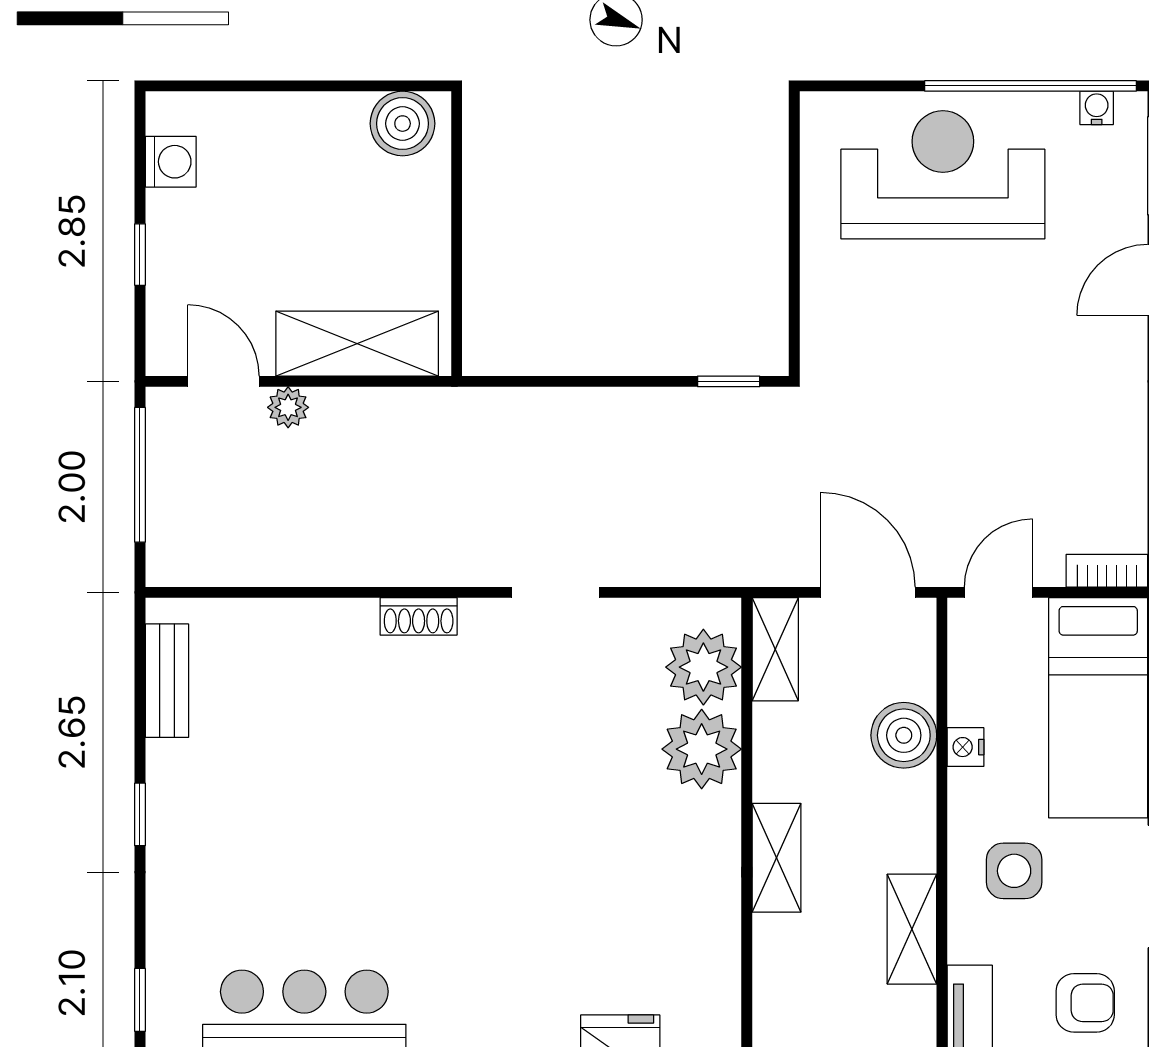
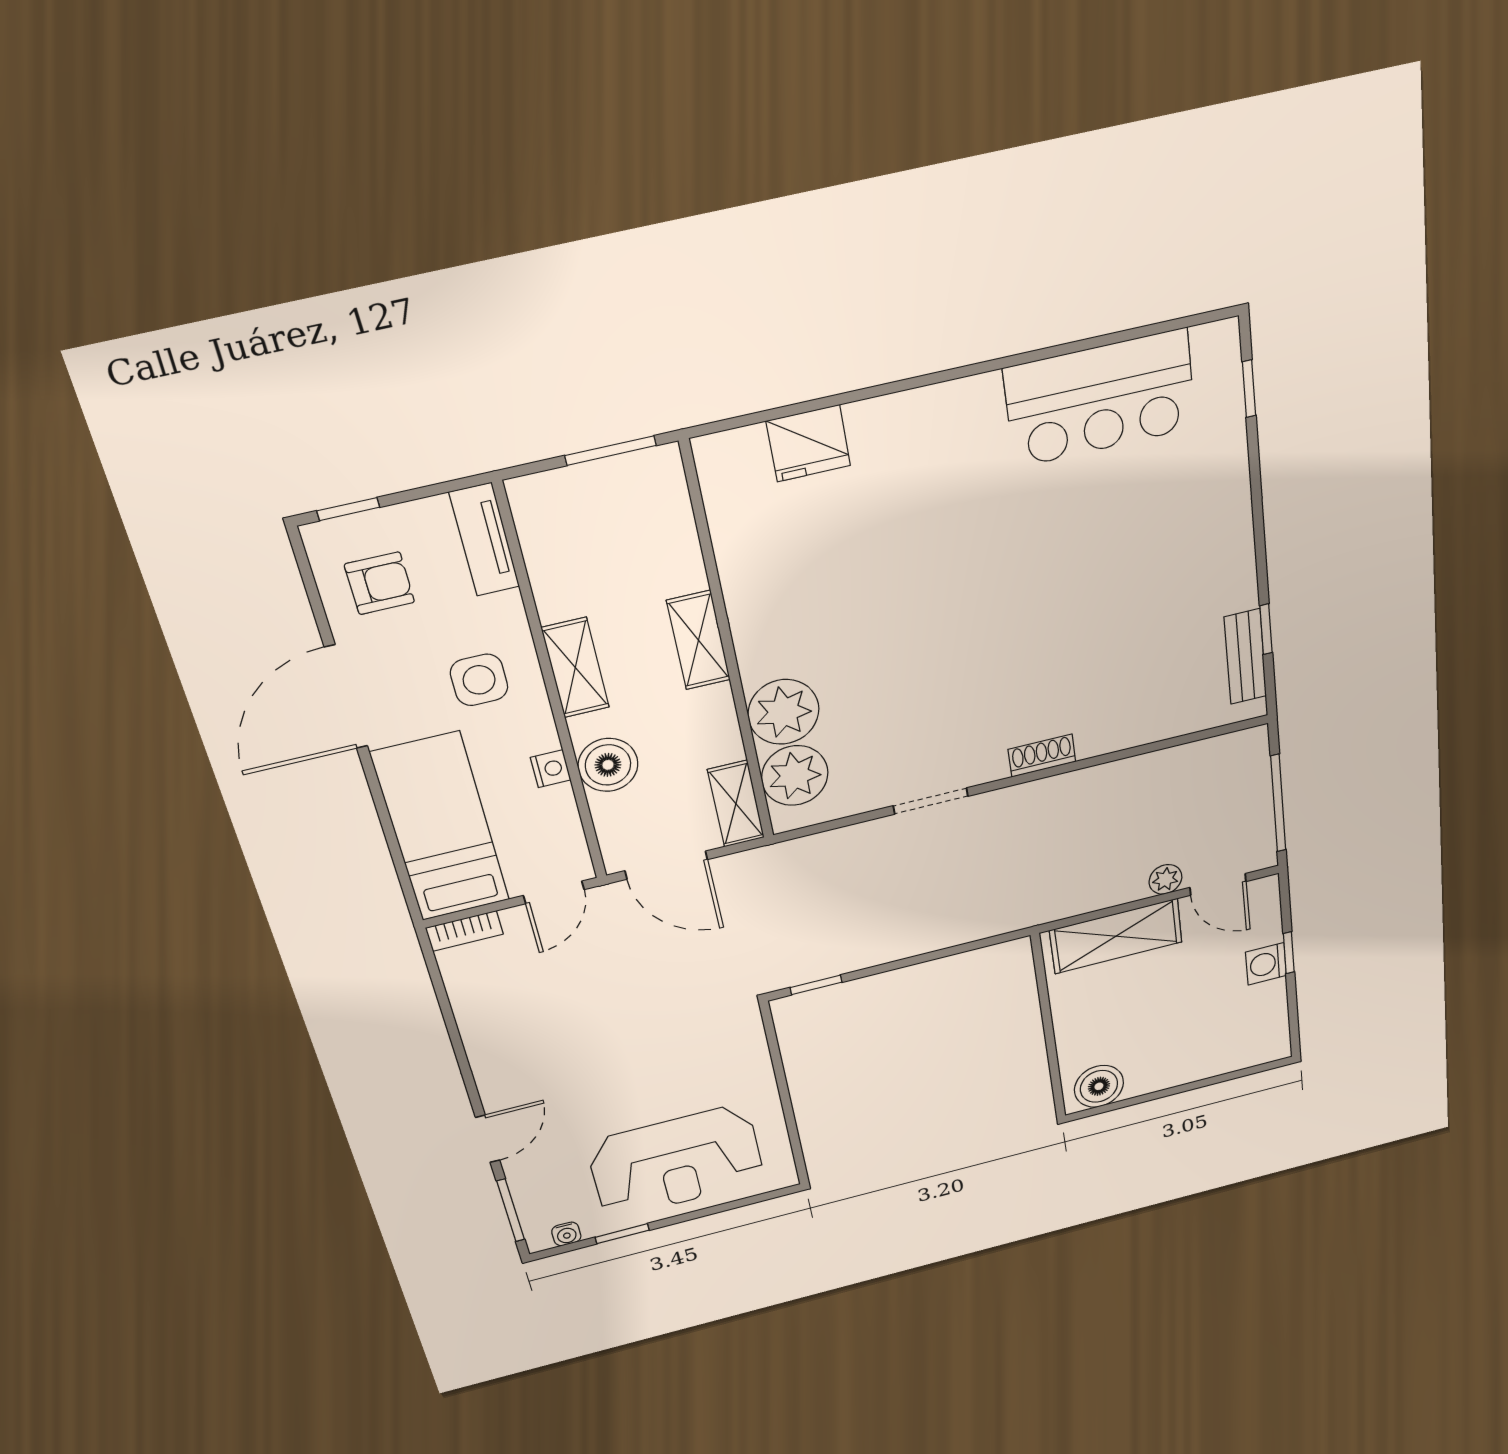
window: (1031, 86) -> (622, 1234), width x0.32
washing machine: (171, 162) -> (1266, 964), moved
window: (140, 814) -> (1266, 629), moved
shelving: (912, 929) -> (575, 668), moved
armchair: (1085, 1003) -> (379, 583), turned 180

